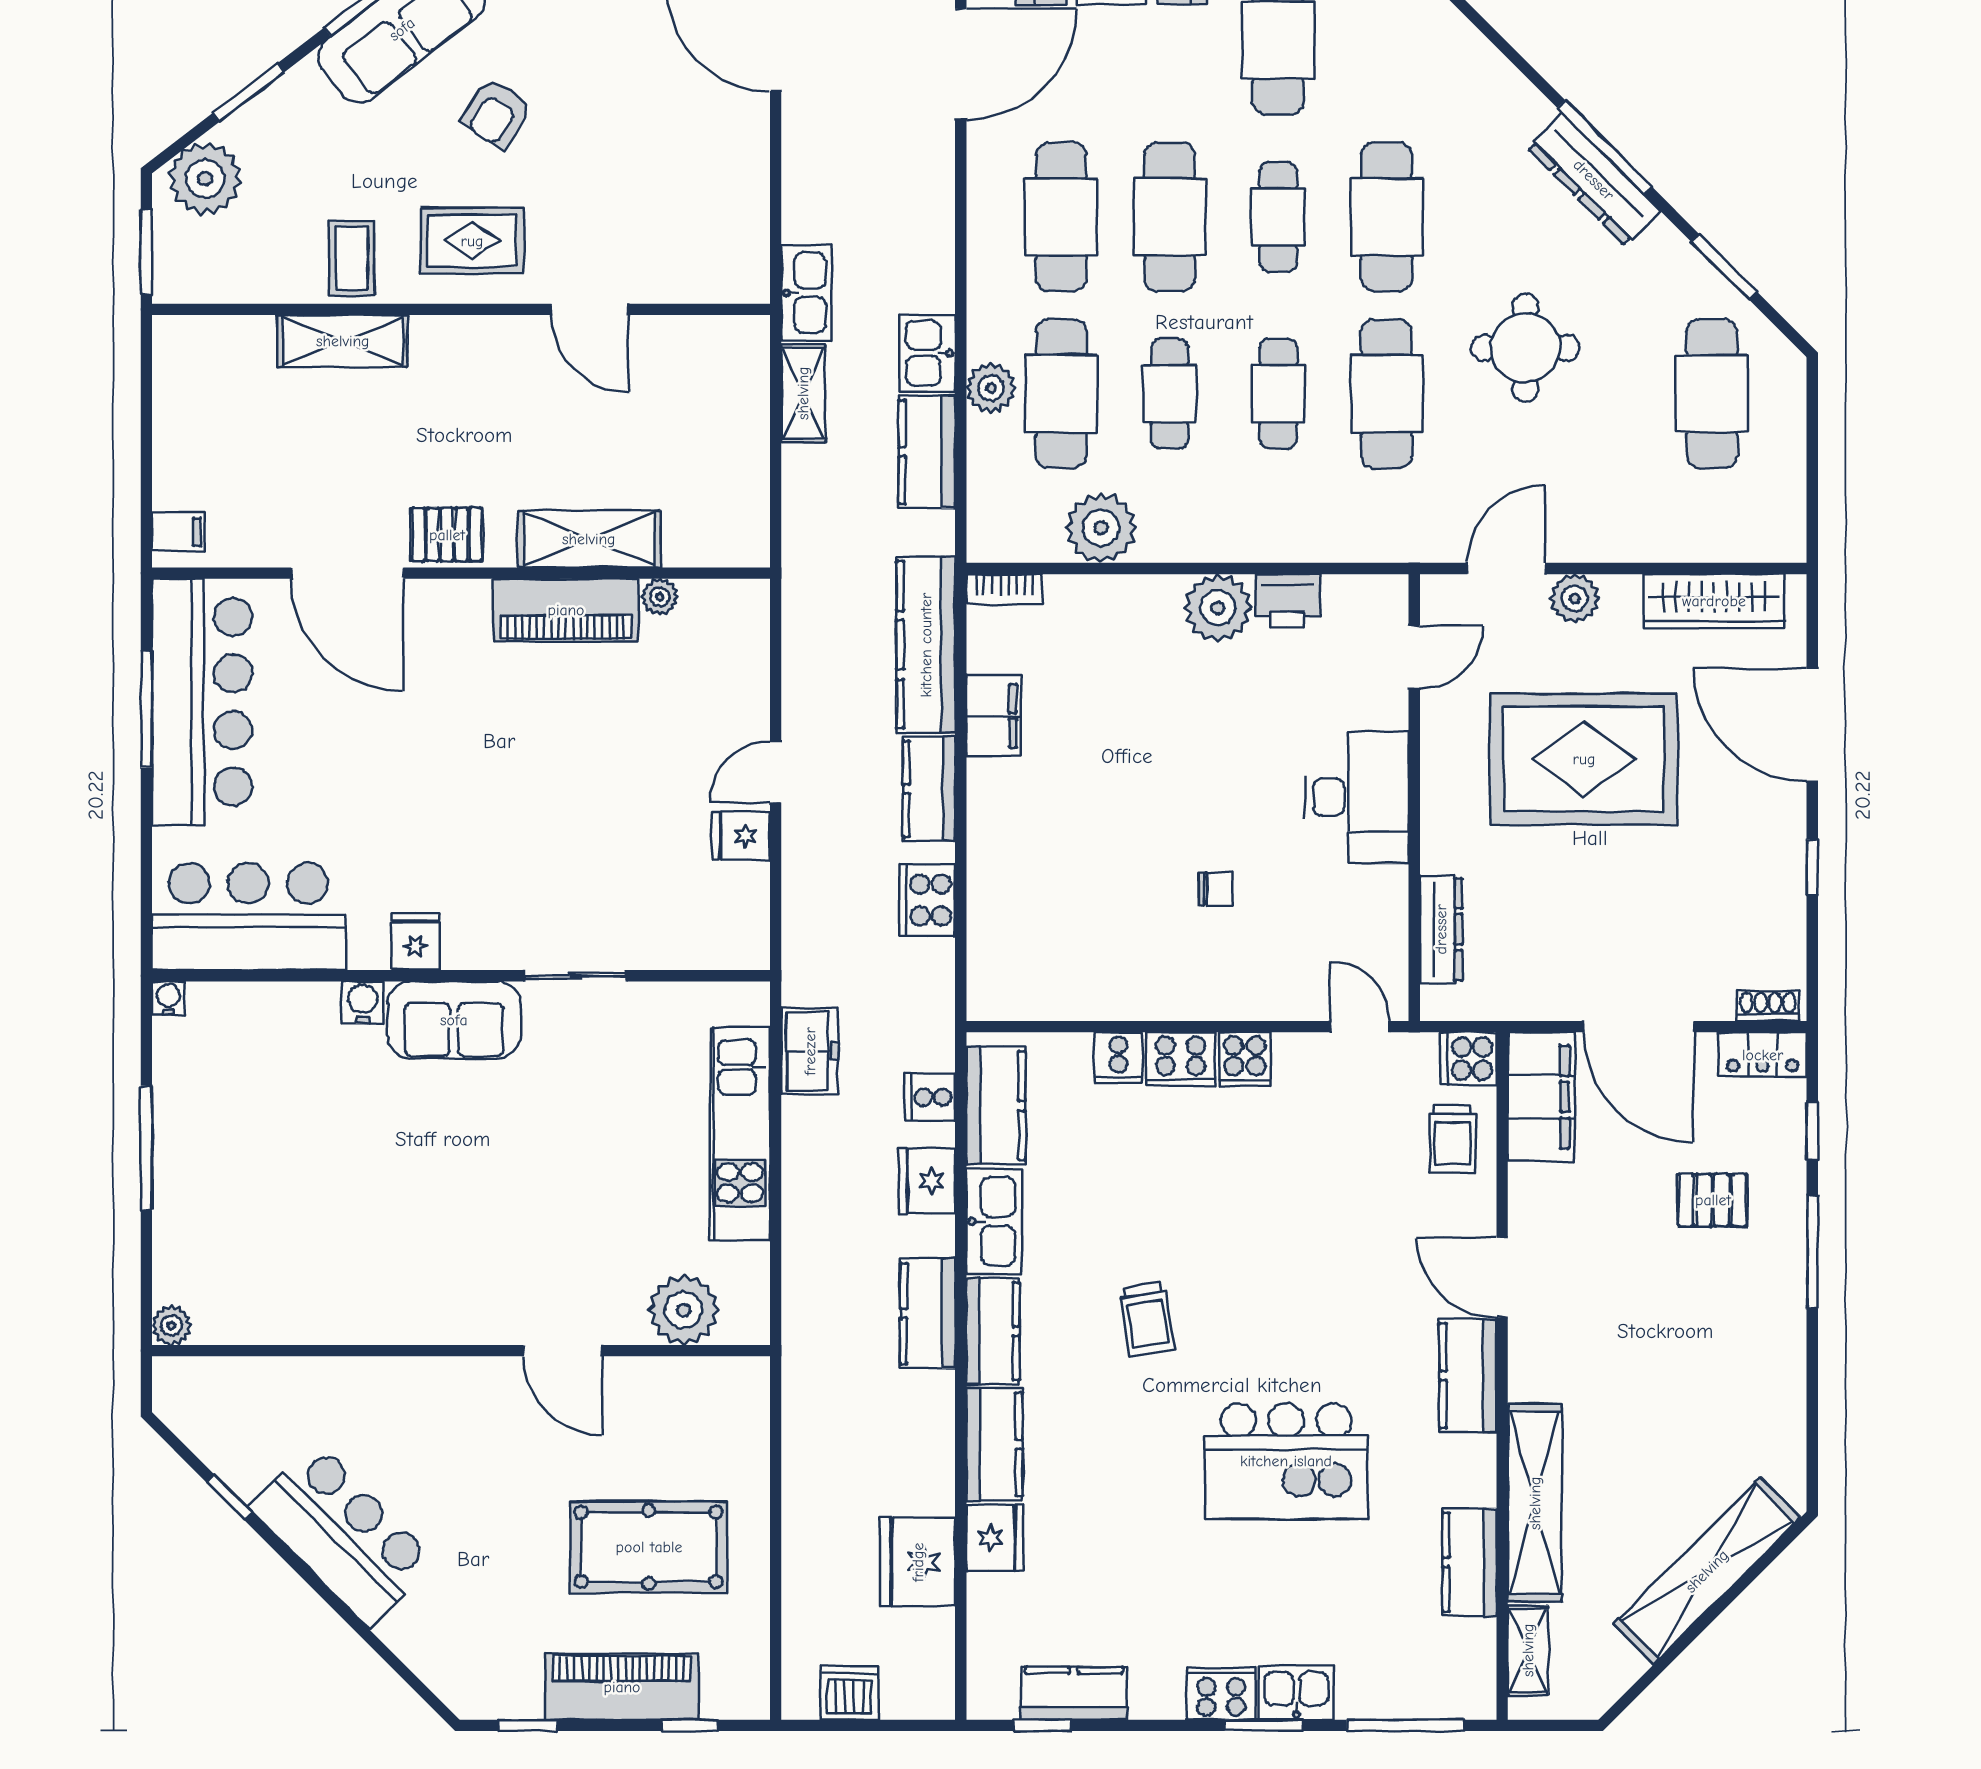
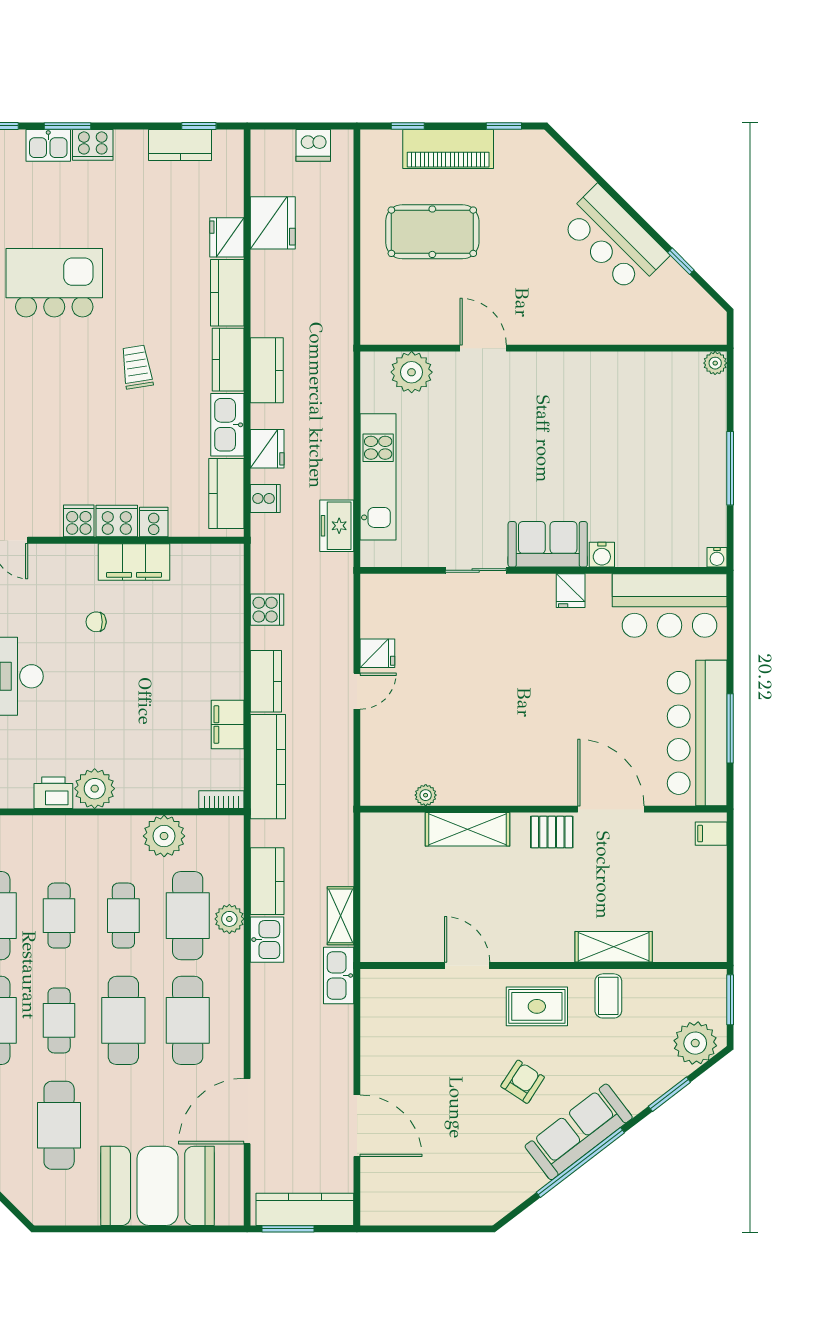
piano: (566, 610) -> (481, 787), removed
cooker: (927, 900) -> (267, 610), width x0.73
filing cabinet: (1152, 990) -> (134, 562), added

